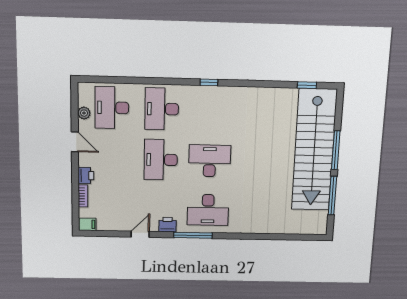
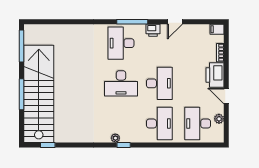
plant: (219, 92) -> (115, 138), added
desk: (112, 108) -> (198, 124), turned 180
printer: (86, 175) -> (215, 75), width x1.87, depth x1.48
window: (332, 196) -> (22, 46), moved
desk: (208, 210) -> (121, 43), turned -90

